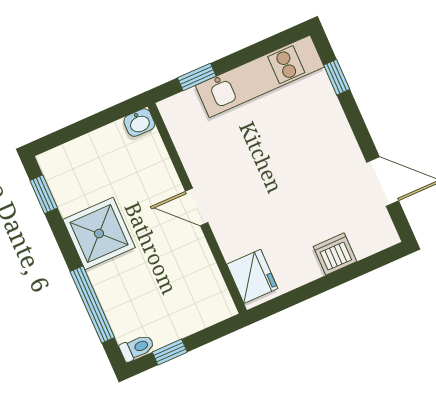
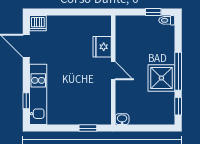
kitchen unit: (260, 76) -> (38, 94), moved, turned 90
dishwasher: (335, 254) -> (38, 23), moved
fridge: (252, 276) -> (102, 47), moved
window: (92, 304) -> (178, 71), moved

